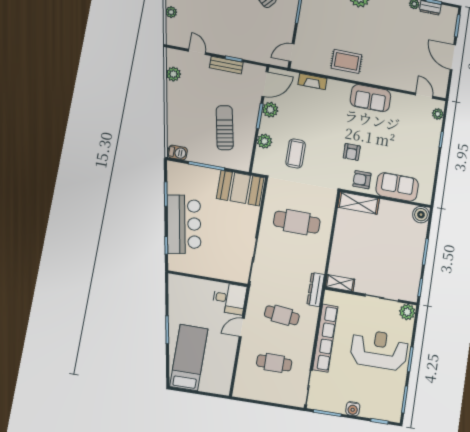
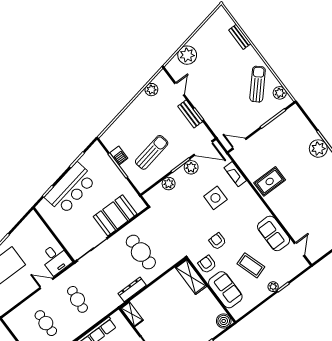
plant: (171, 12) -> (187, 55), width x1.88, depth x1.88
rug: (347, 61) -> (270, 181), turned 90
sofa: (371, 98) -> (274, 233), moved
plant: (438, 114) -> (273, 287), moved
side table: (315, 117) -> (215, 198), added
armchair: (352, 152) -> (217, 241), turned 89
barbecue: (177, 153) -> (119, 156), moved
coffee table: (296, 153) -> (251, 265), moved, turned 72
booth: (240, 188) -> (115, 215), moved, turned 90
dresser: (316, 289) -> (132, 289), moved

